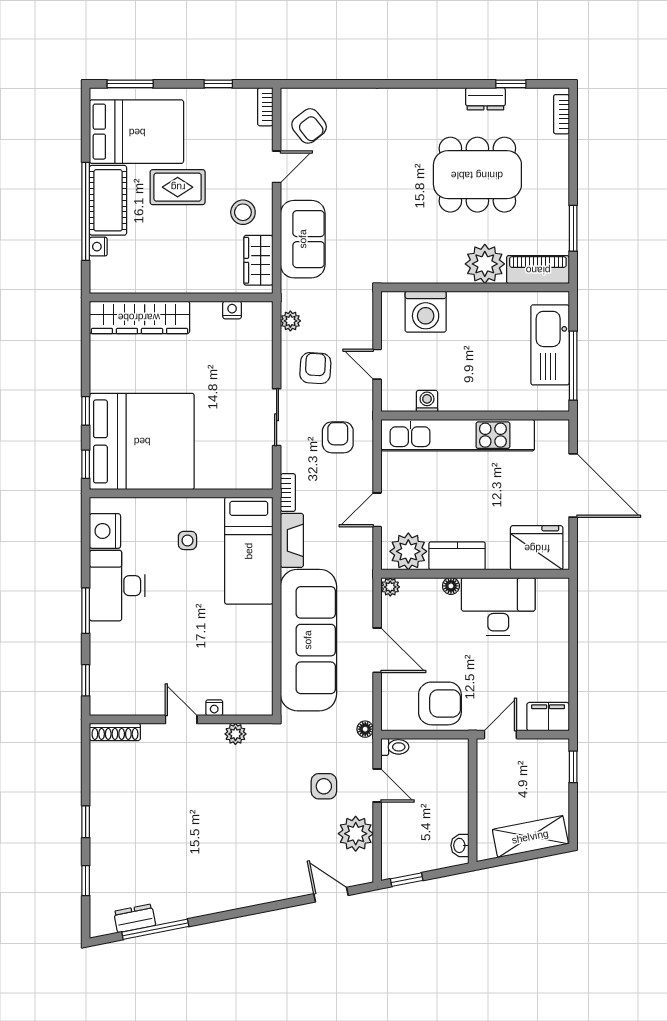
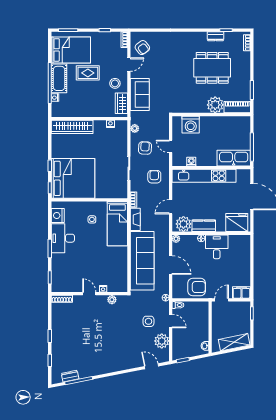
kitchen sink: (550, 345) -> (234, 158), moved, turned 90
desk: (498, 607) -> (217, 247), width x0.73

